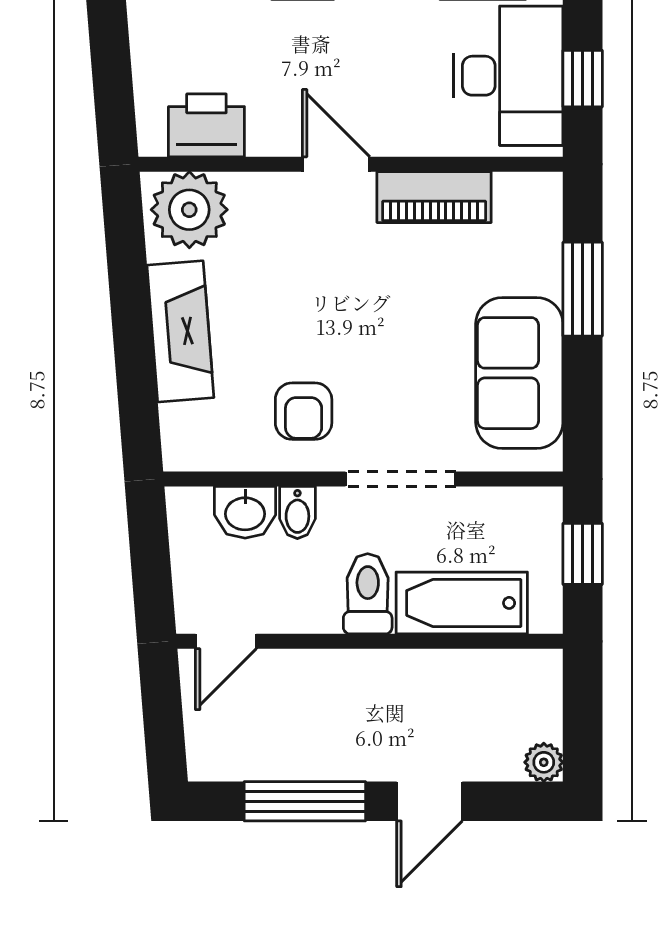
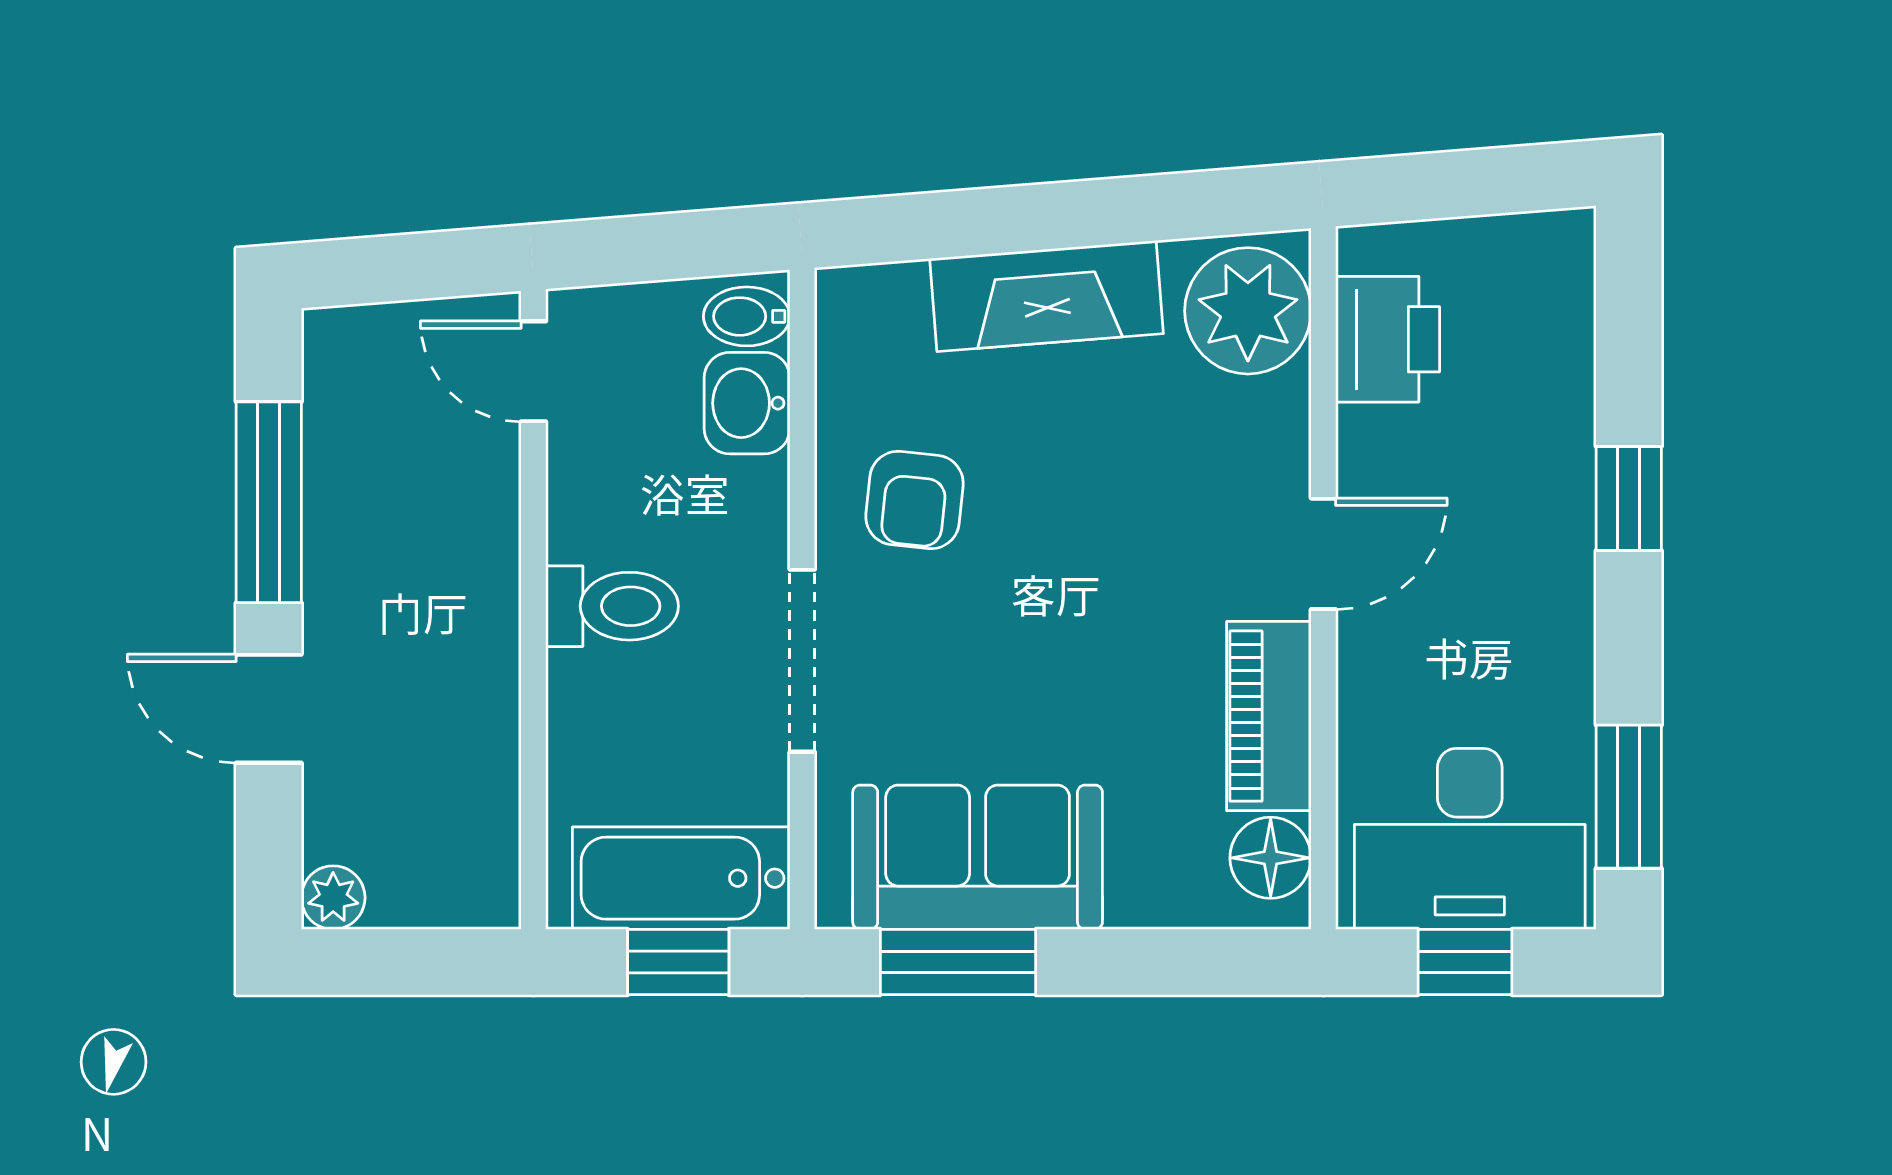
floor lamp: (520, 196) -> (1271, 858), added
window: (583, 289) -> (958, 962), moved
armchair: (304, 411) -> (915, 500), turned -84
bidet: (297, 513) -> (747, 316), moved
bathtub: (462, 603) -> (681, 878), moved, turned -90

